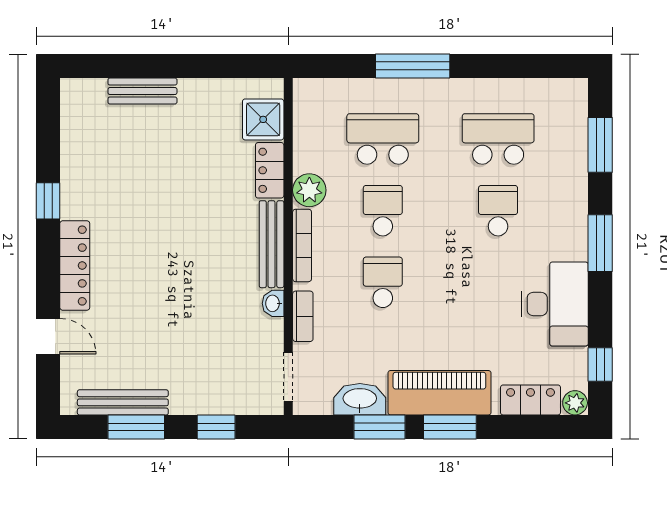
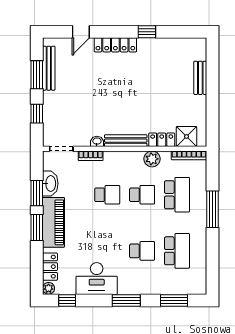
bookcase: (302, 245) -> (189, 155), moved

